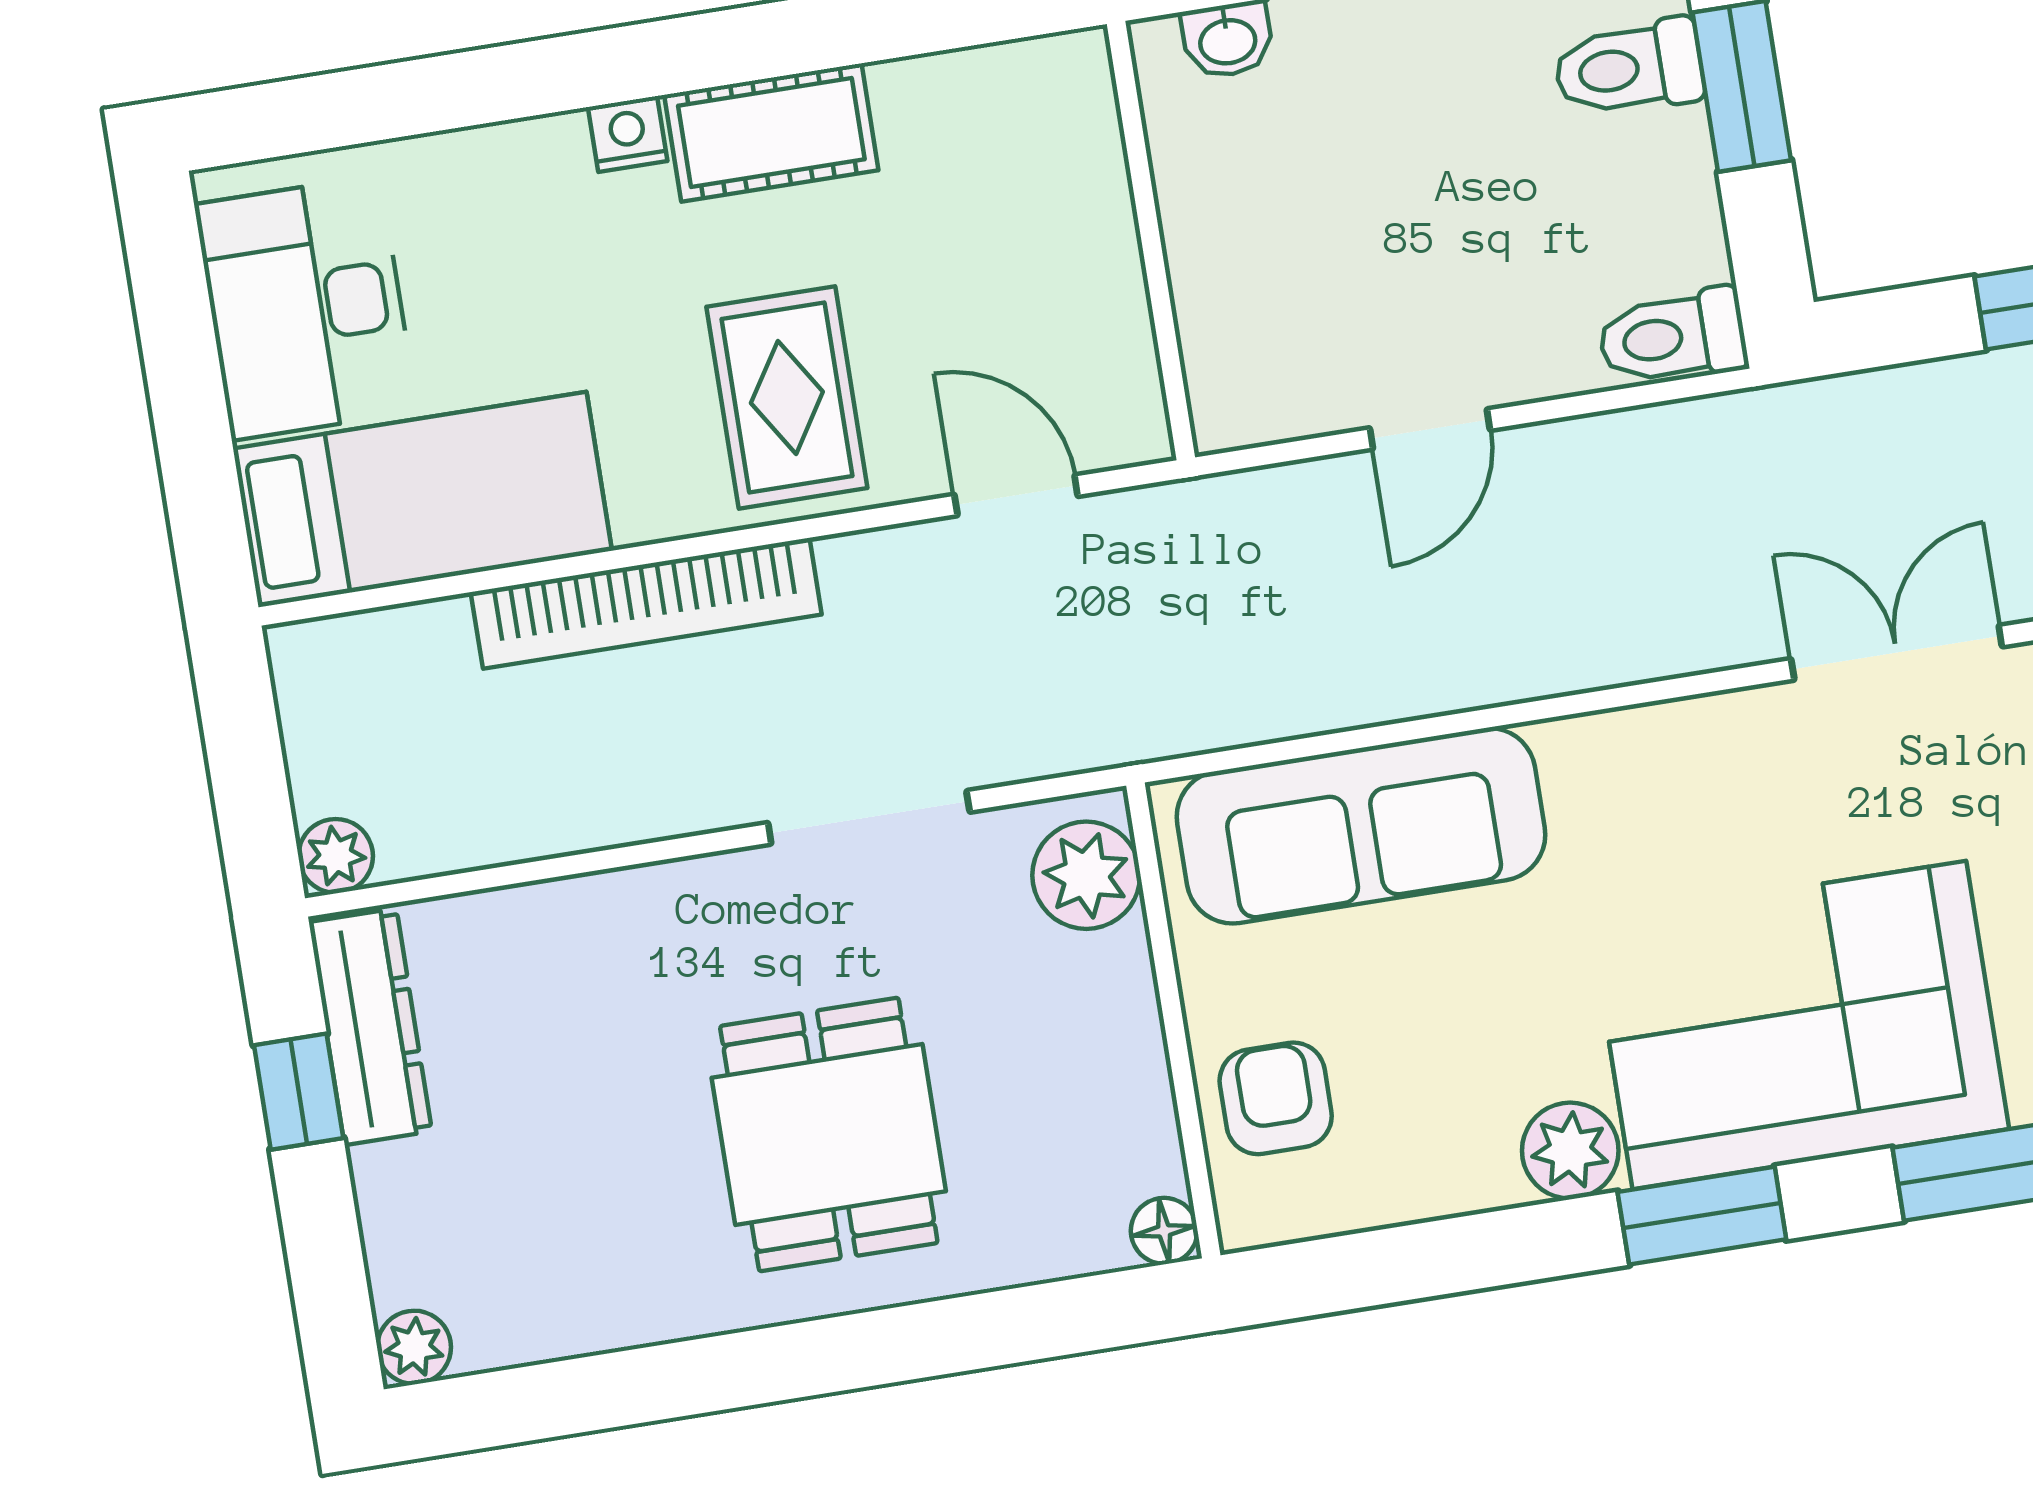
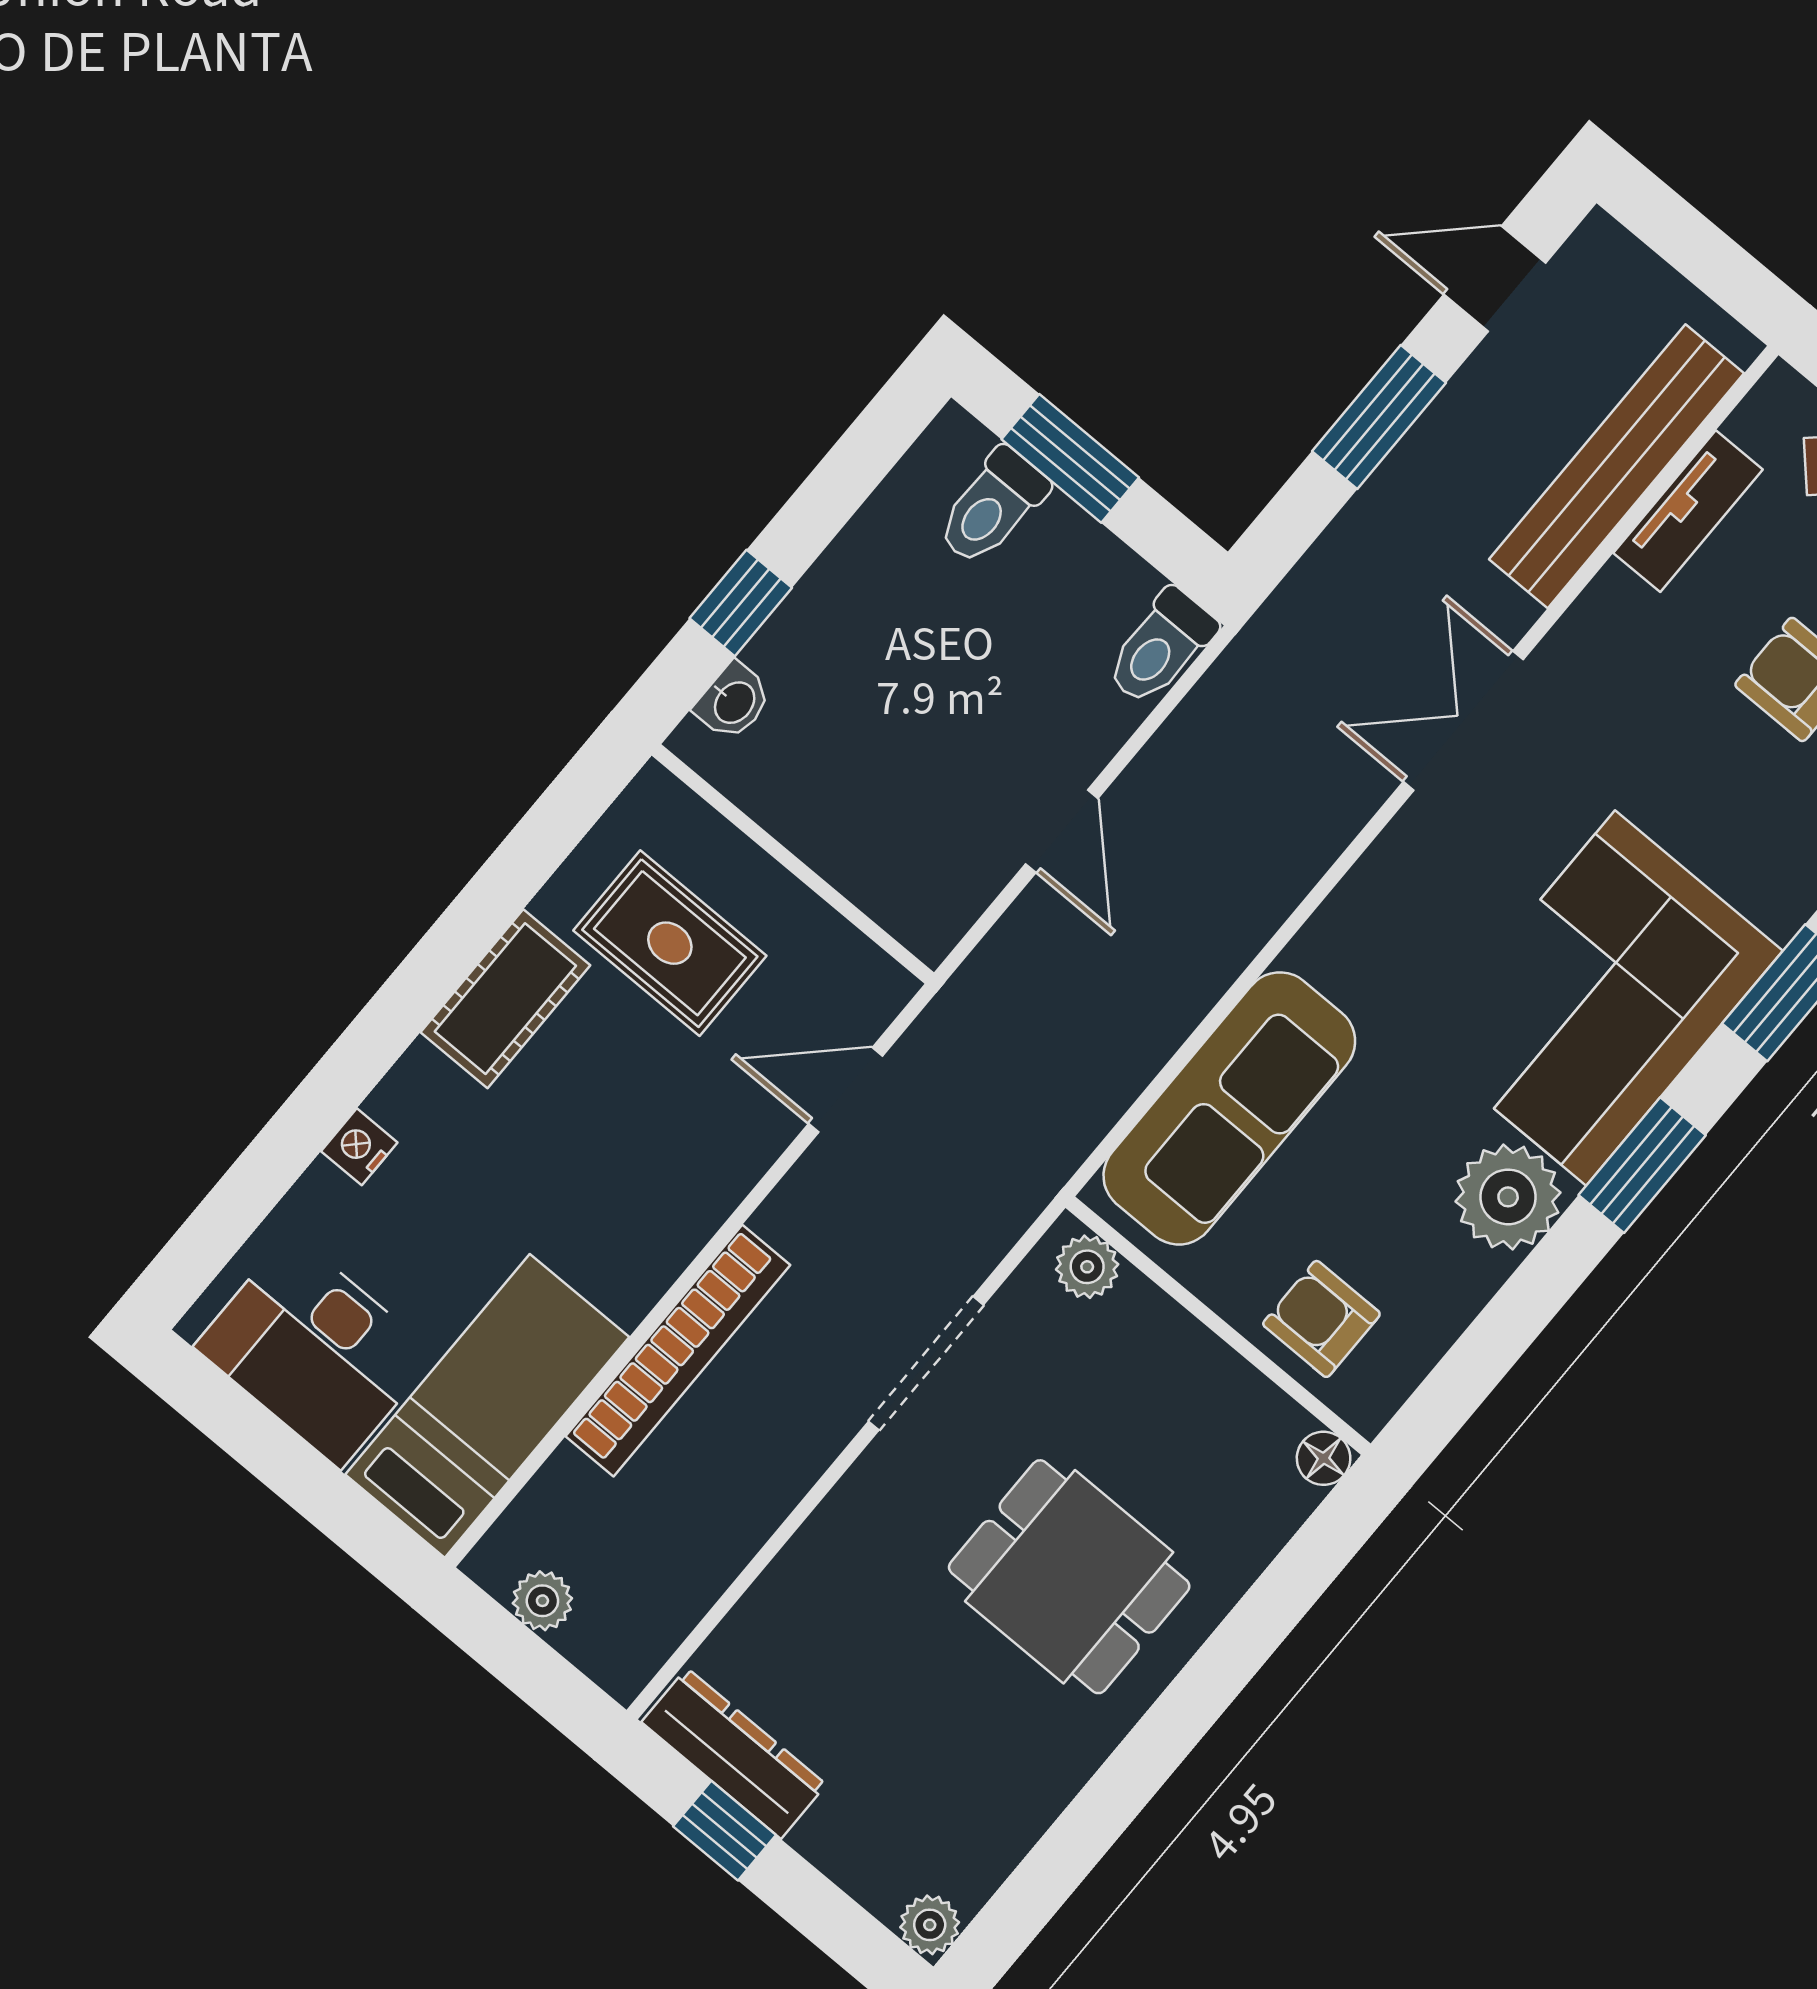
nightstand: (628, 134) -> (359, 1147), moved
rug: (787, 397) -> (670, 943), moved
plant: (336, 856) -> (542, 1601), moved
plant: (1086, 875) -> (1087, 1267), width x0.73, depth x0.73
plant: (1570, 1151) -> (1508, 1197), width x1.36, depth x1.36

